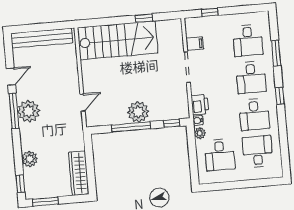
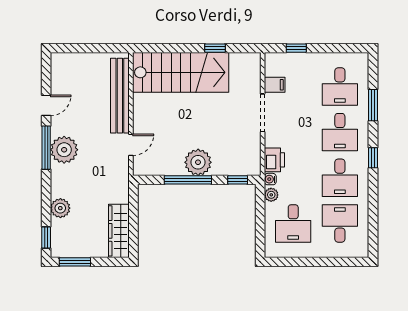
bench: (42, 38) -> (120, 96), moved, turned 90

